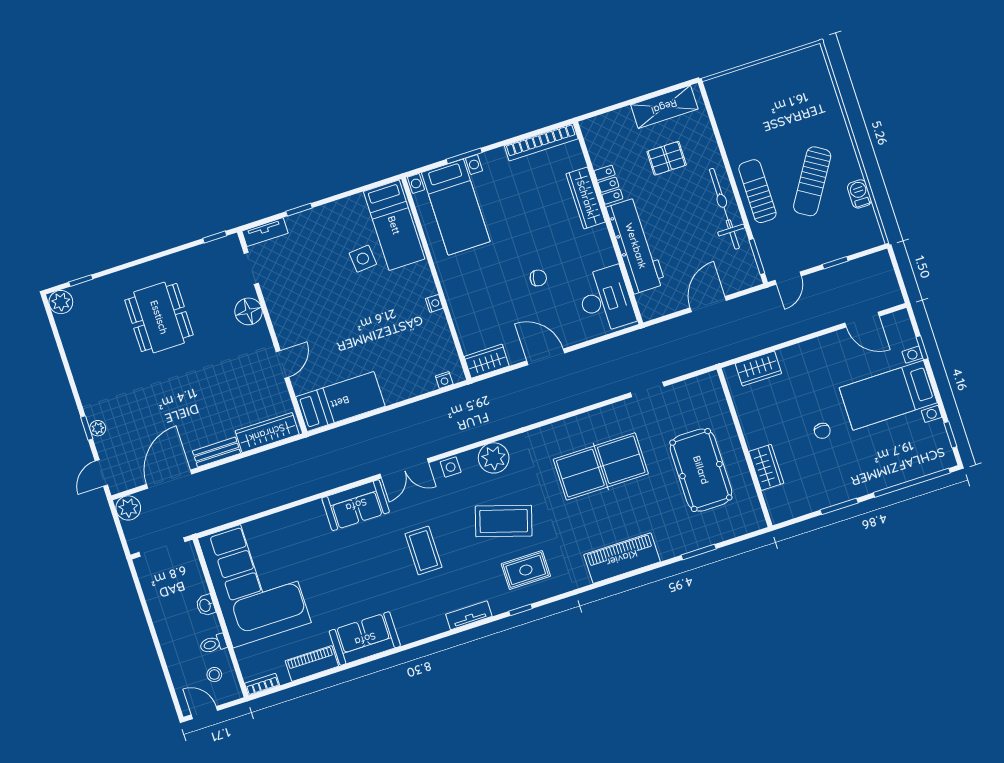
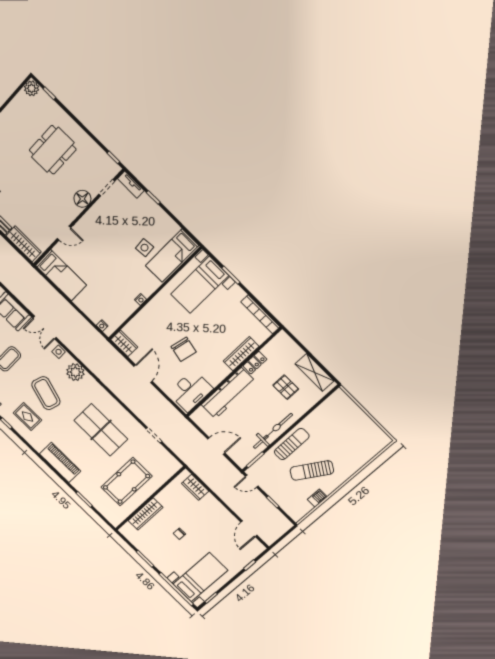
chair: (538, 278) -> (184, 349), width x1.87, depth x1.87
bed with nightstands: (888, 395) -> (200, 577), moved, turned 90
wardrobe: (766, 467) -> (146, 514), width x1.50

